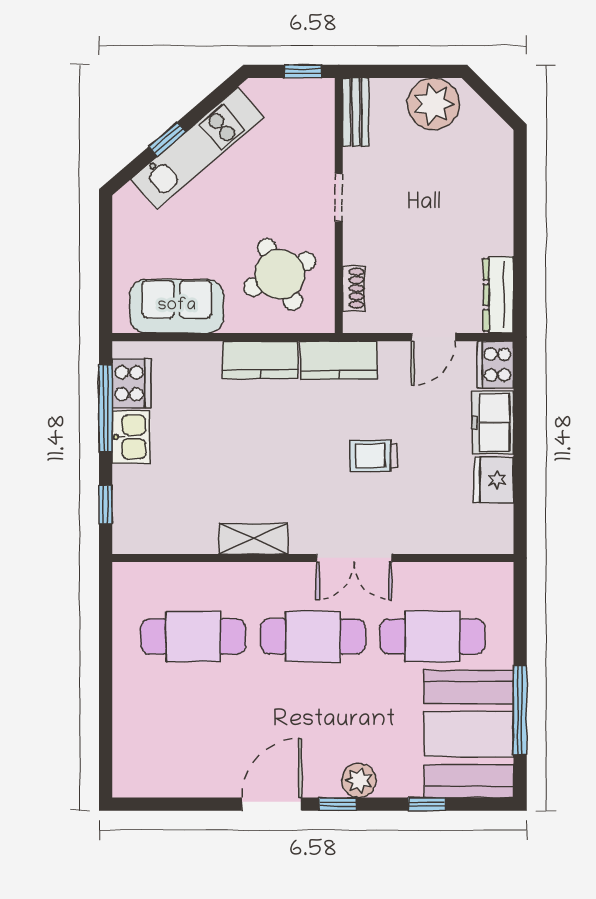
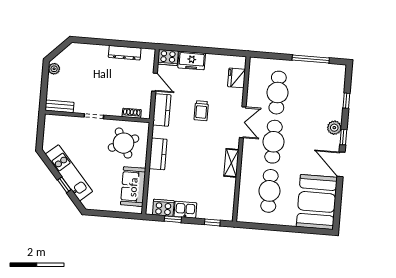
window: (303, 71) -> (41, 127), removed
plant: (433, 104) -> (54, 69), width x0.53, depth x0.53
dresser: (499, 295) -> (125, 53), moved
kitchen counter: (339, 360) -> (162, 110), moved
window: (106, 409) -> (173, 219), width x0.46
fridge: (494, 480) -> (236, 78), moved, turned 90
booth: (469, 734) -> (317, 202), moved, turned 90

